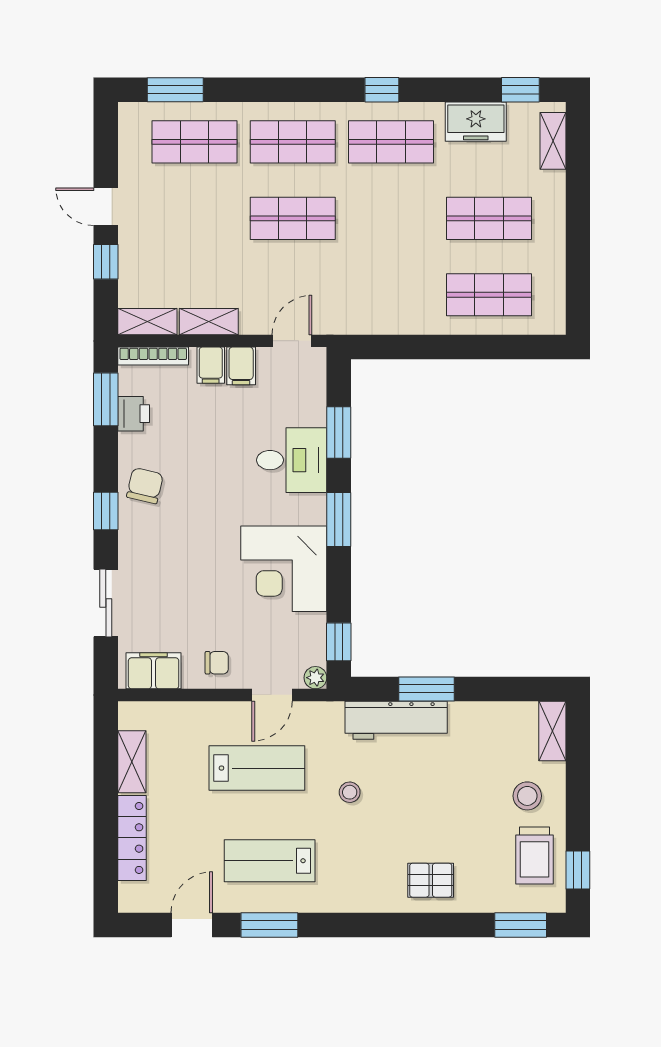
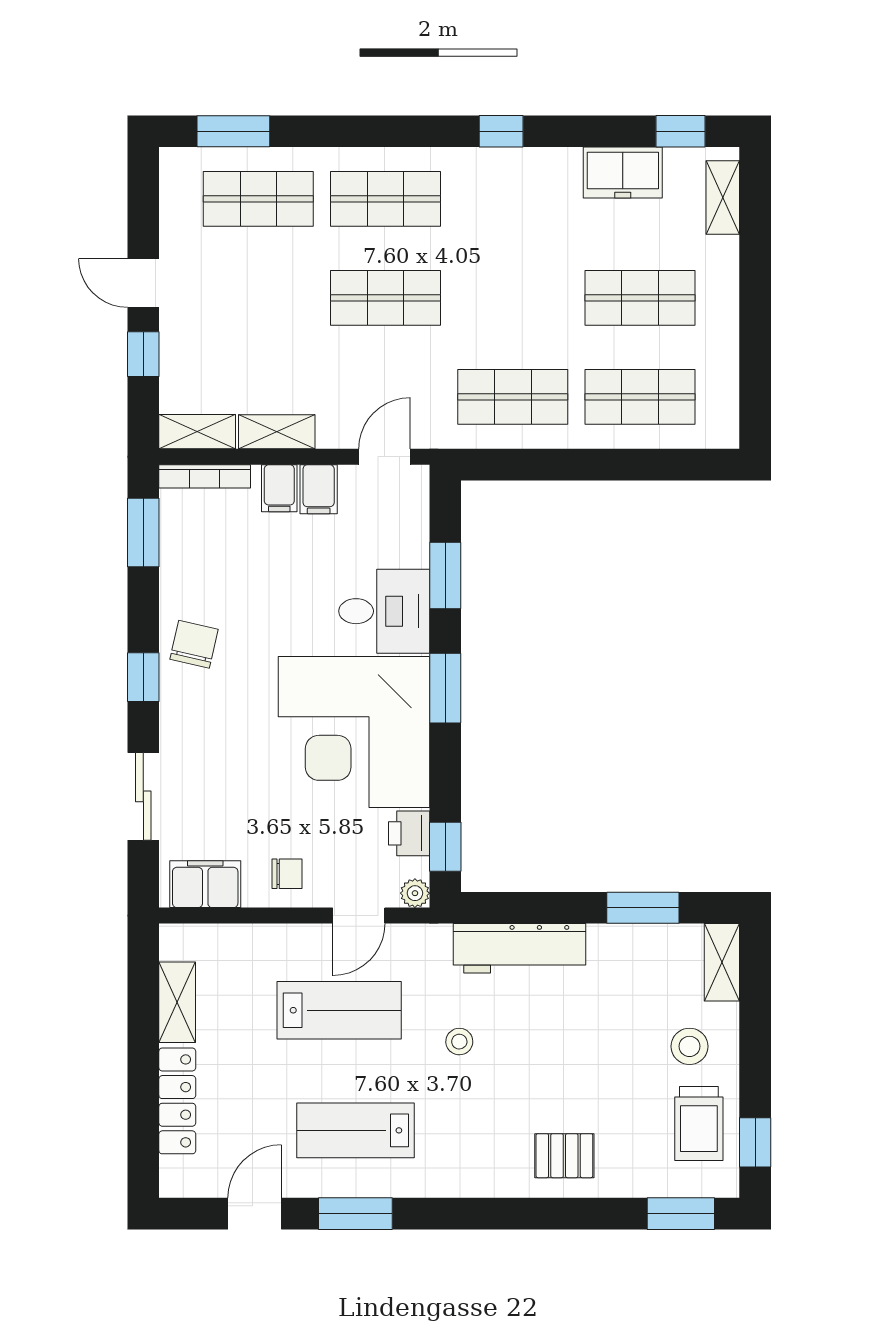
shop shelf: (391, 142) -> (513, 397), moved
printer: (134, 414) -> (409, 833), moved, turned 180
corner desk: (284, 569) -> (354, 732), width x1.36, depth x1.36
window: (427, 689) -> (643, 908), moved

